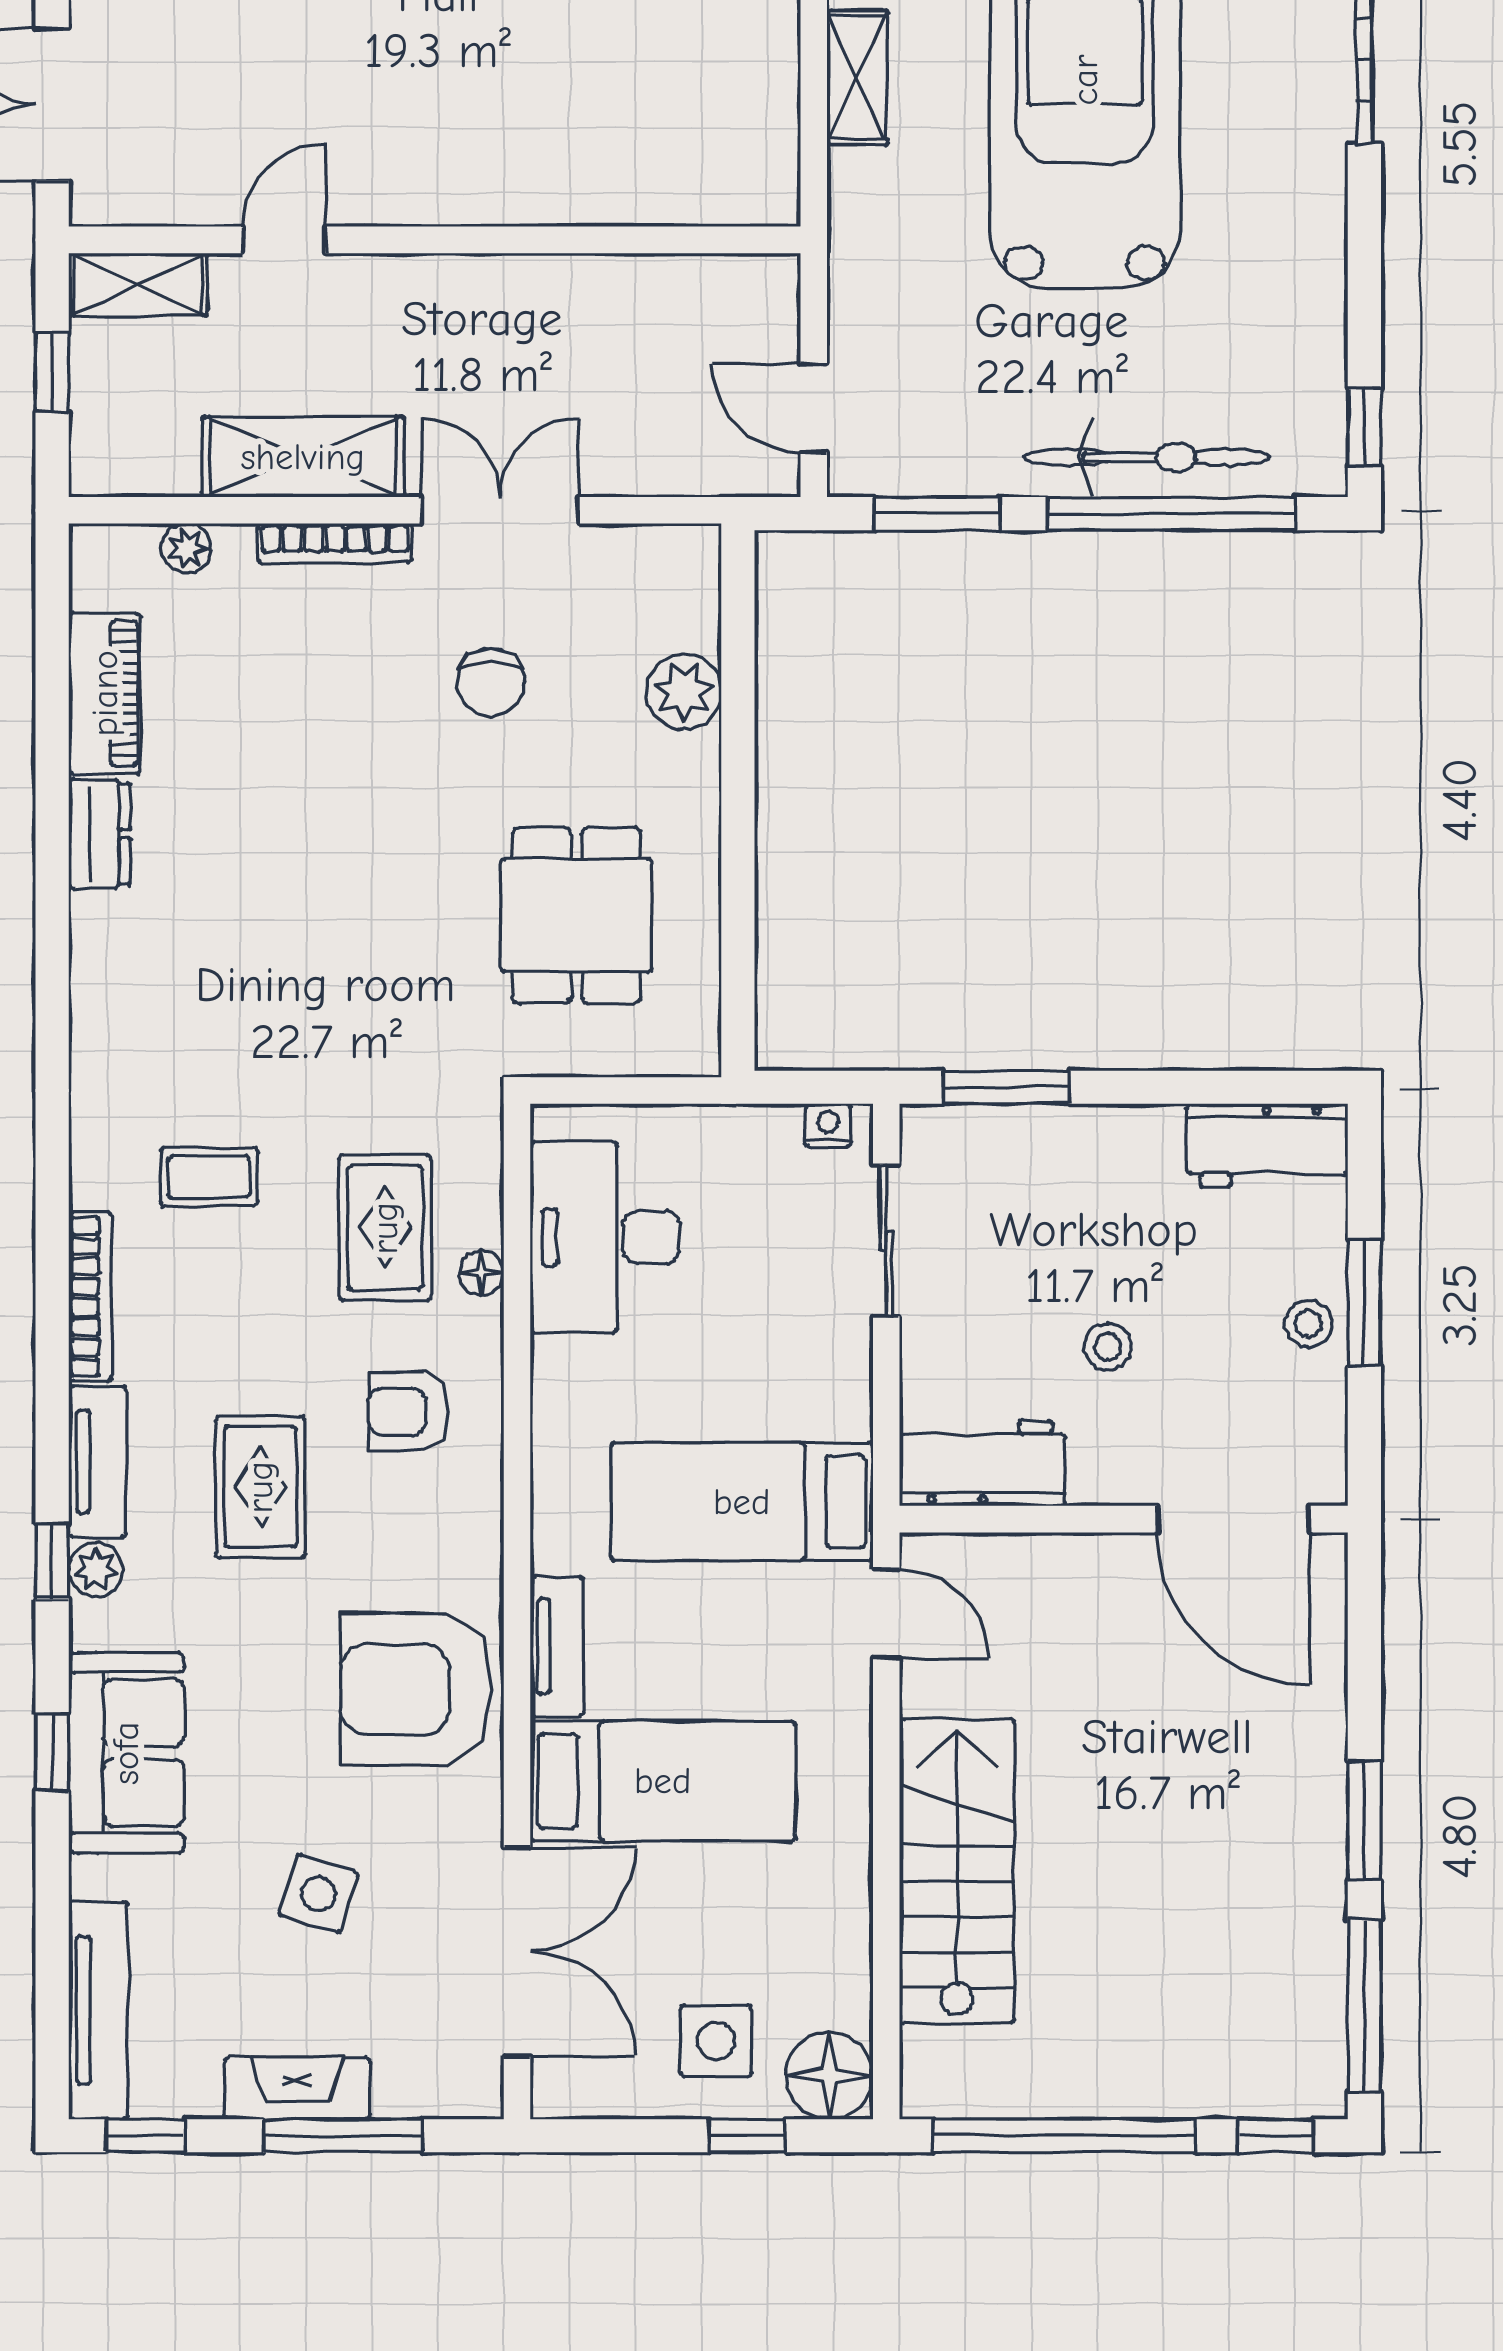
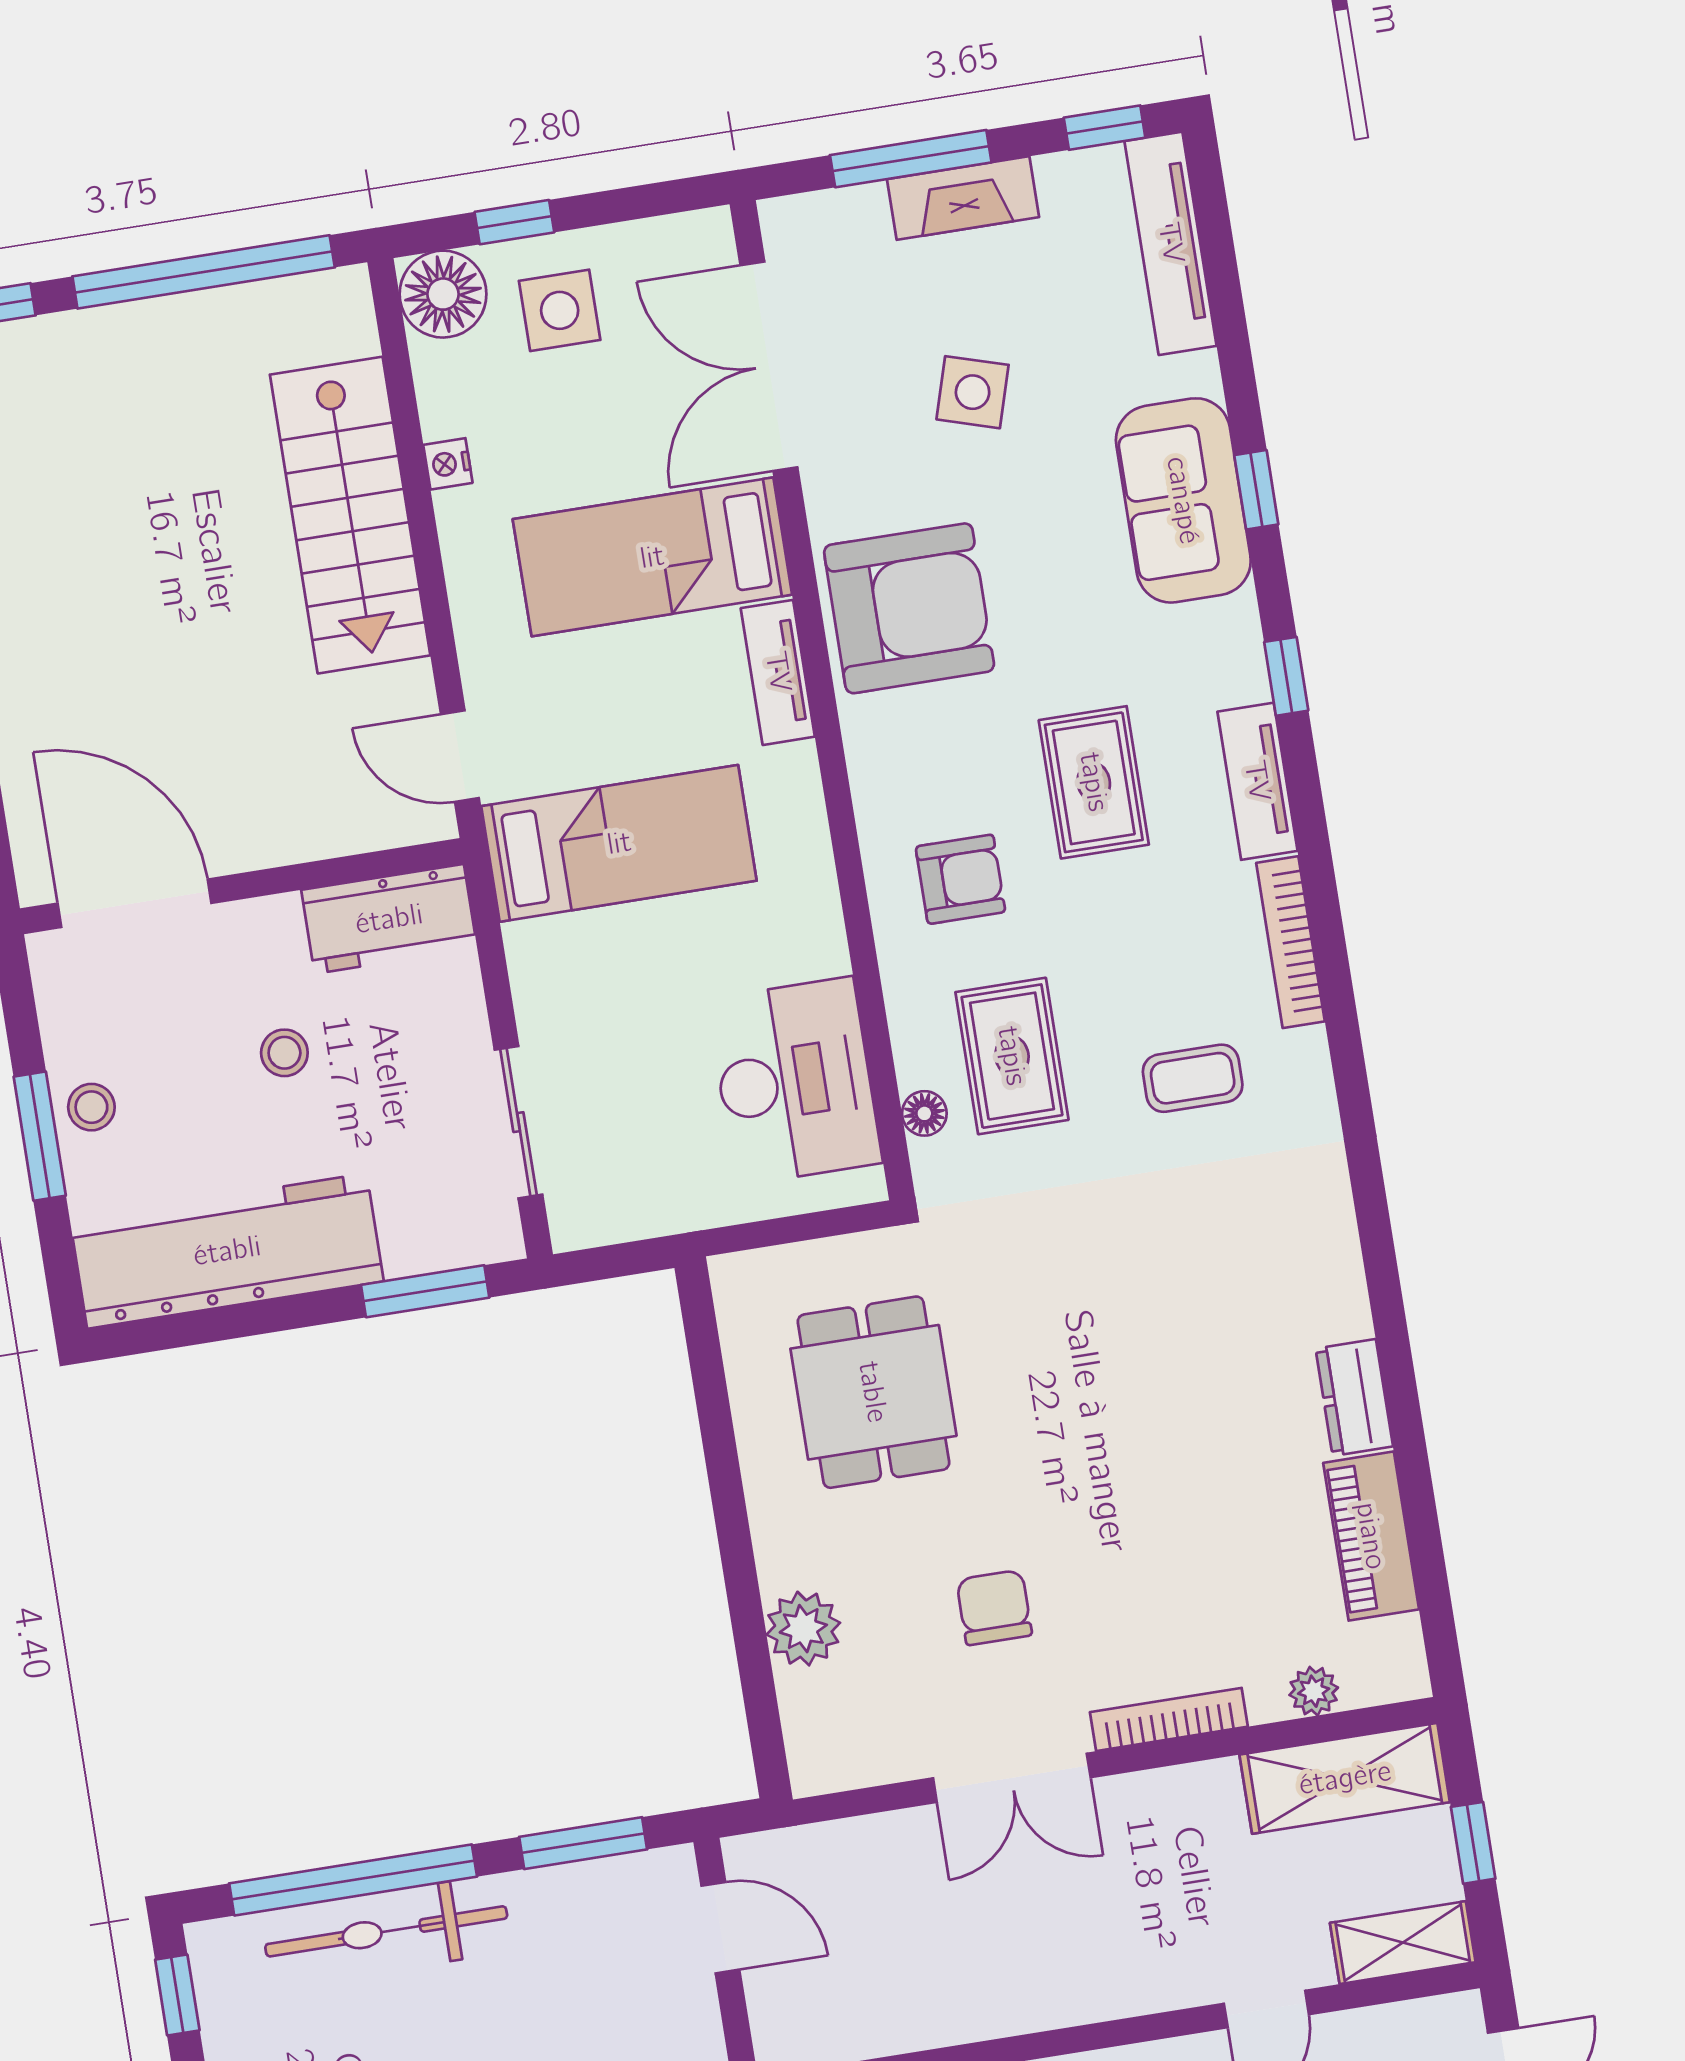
shelving: (303, 457) -> (1345, 1778), moved
nightstand: (828, 1125) -> (448, 464), moved, turned 90
workbench: (1267, 1145) -> (227, 1251), width x1.88, depth x1.32
floor lamp: (481, 1273) -> (924, 1113), moved
plant: (96, 1570) -> (1242, 675), removed

